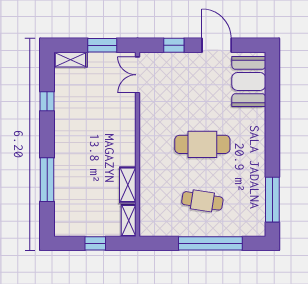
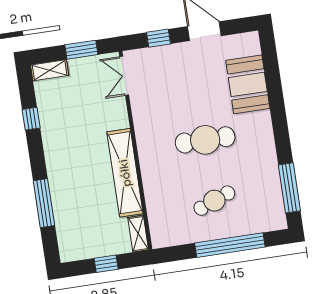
booth: (249, 81) -> (248, 84), moved
shelving: (128, 185) -> (125, 173), width x2.20, depth x1.33
cafe table: (202, 201) -> (214, 201), turned -30

